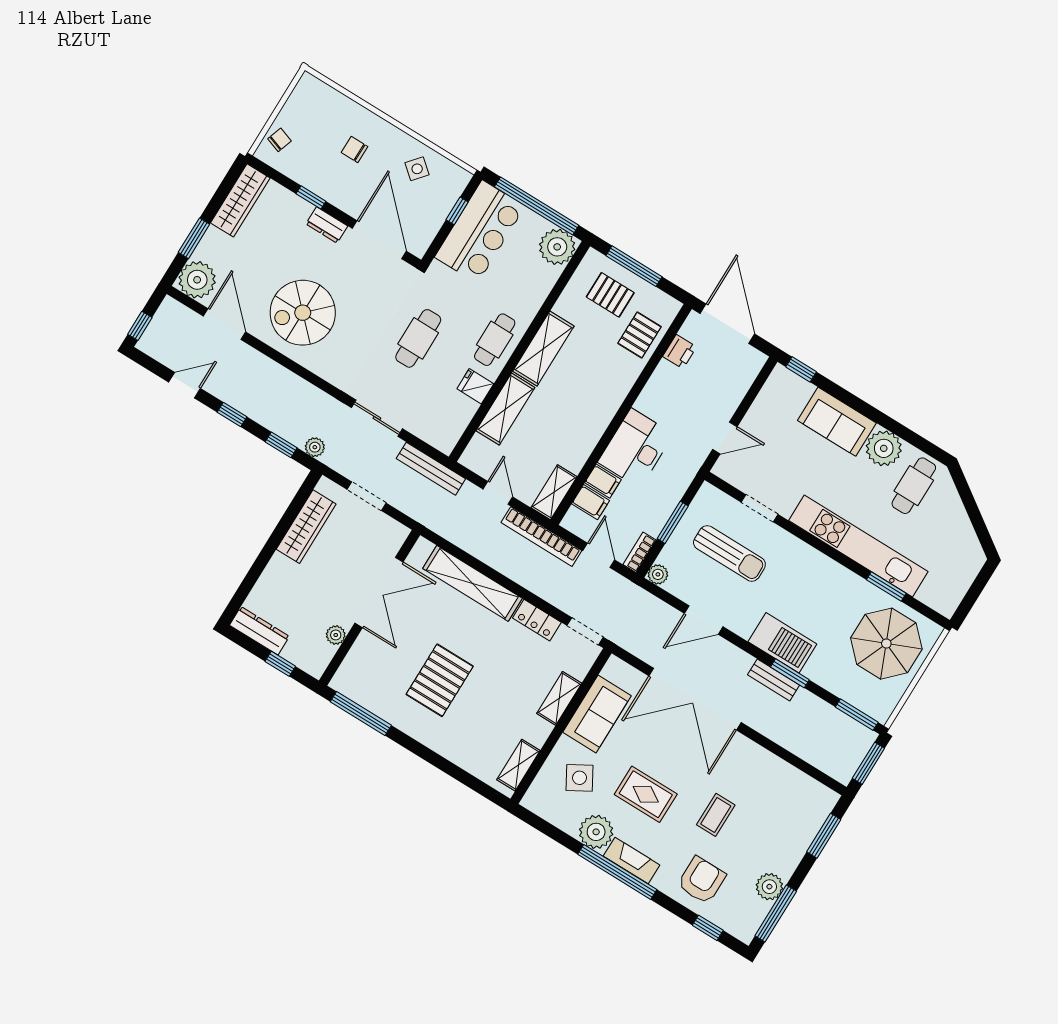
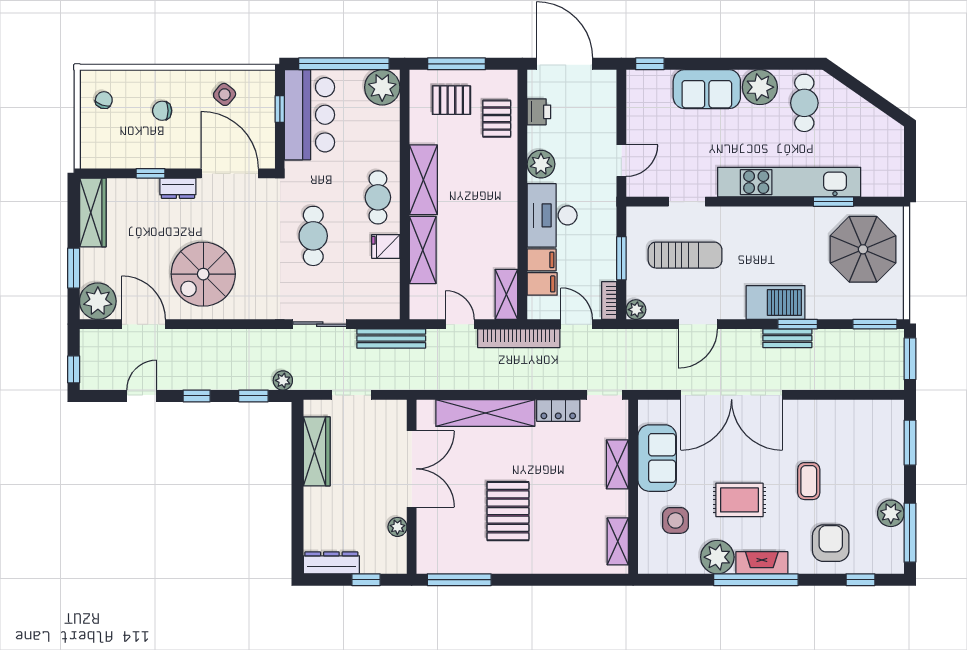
chair: (279, 140) -> (104, 100), moved
plant: (653, 398) -> (541, 164), added
side table: (579, 778) -> (675, 520), turned 30

